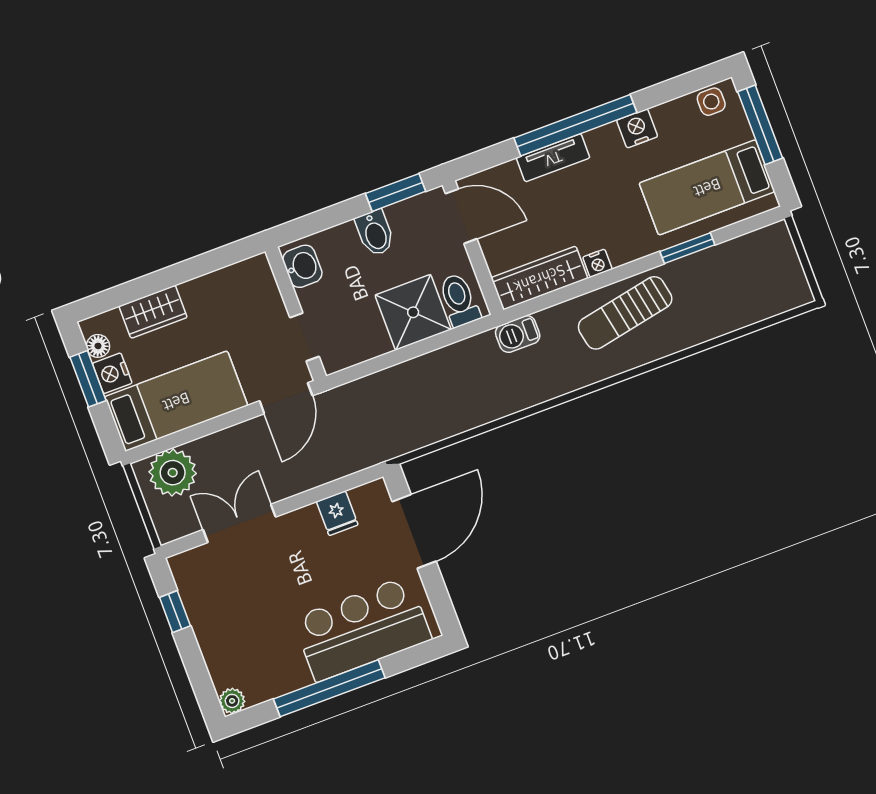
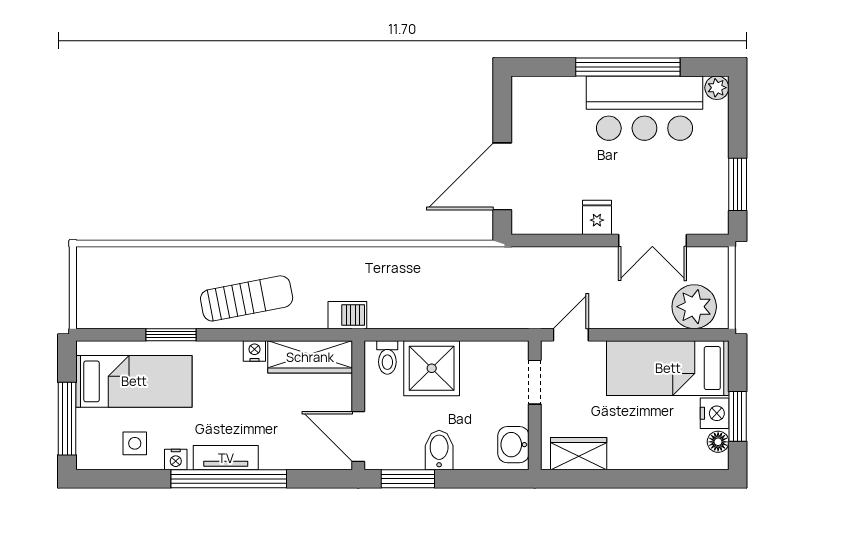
side table: (711, 102) -> (135, 443), moved
nightstand: (637, 128) -> (176, 459), width x0.72, depth x0.74
tv unit: (553, 158) -> (226, 458), moved
toilet: (459, 300) -> (387, 357), width x0.73, depth x0.72
wardrobe: (153, 312) -> (579, 454), moved
door: (286, 398) -> (571, 335), width x0.73
fridge: (337, 513) -> (597, 217), moved
window: (175, 612) -> (738, 184), width x1.50
bar counter: (362, 629) -> (644, 108), moved

